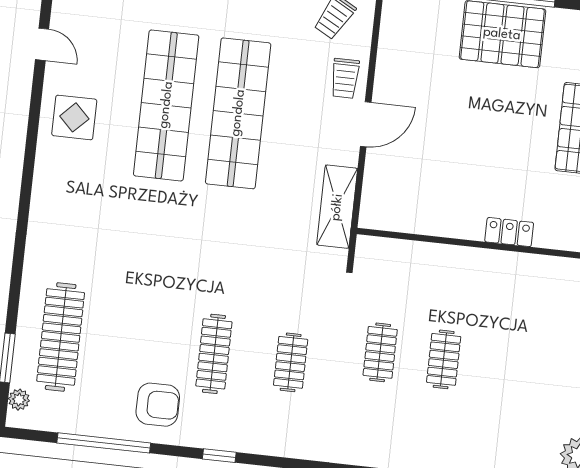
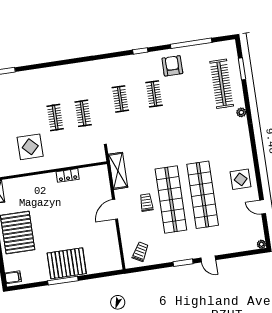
trolley: (345, 78) -> (146, 202), moved
locker: (509, 232) -> (68, 175), moved
display table: (515, 310) -> (30, 147), added
clothes rail: (214, 354) -> (154, 94), width x0.73
plant: (19, 400) -> (241, 112), moved
armchair: (158, 405) -> (172, 66), turned 90

